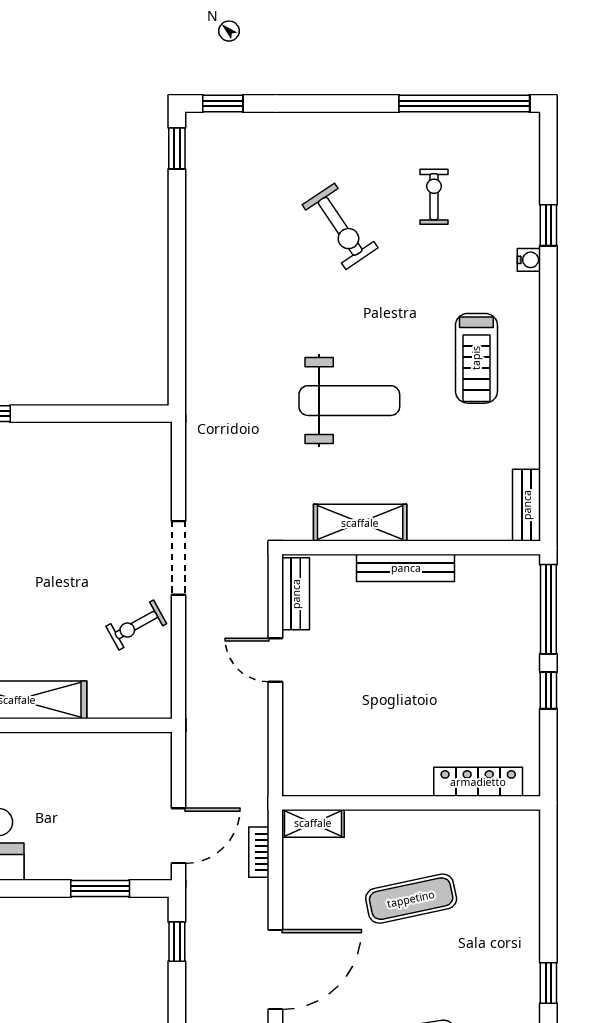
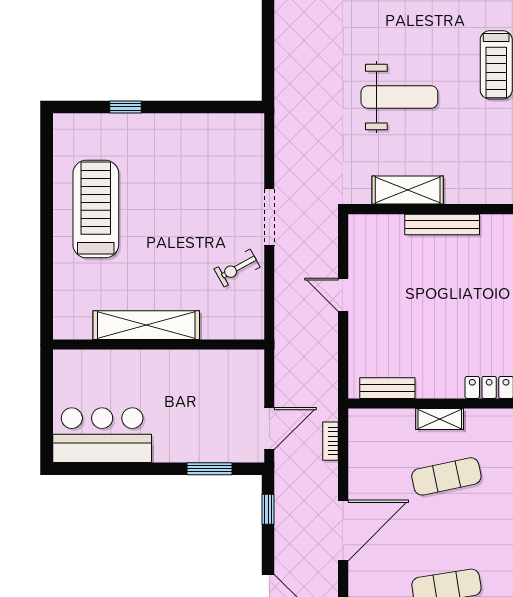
bench: (296, 594) -> (387, 388), moved, turned 90
shelving: (313, 823) -> (440, 419), moved

